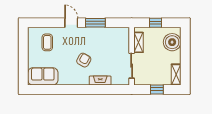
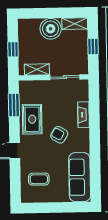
window: (95, 23) -> (14, 105), moved
rug: (97, 38) -> (32, 119), added
boiler: (172, 42) -> (51, 29), moved
sofa: (43, 76) -> (80, 177), width x1.36

